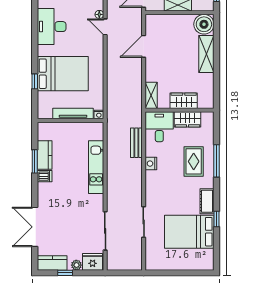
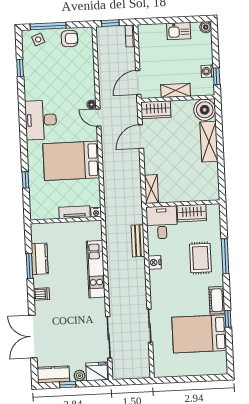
bed: (63, 74) -> (71, 161), moved, turned 180
wardrobe: (184, 101) -> (156, 110), moved, turned 180
tv unit: (73, 113) -> (74, 212), width x0.71
dishwasher: (45, 176) -> (41, 294), moved

